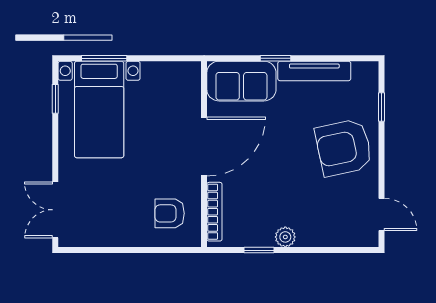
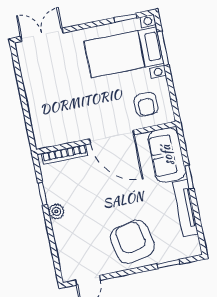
armchair: (170, 213) -> (146, 104), moved, turned 180

